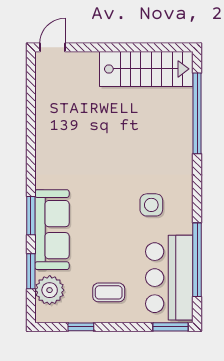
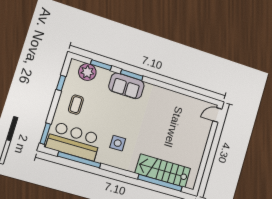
door: (53, 47) -> (217, 115), swing flipped
stairs: (146, 69) -> (163, 171), moved, turned 90
sofa: (52, 230) -> (126, 86), width x0.73

